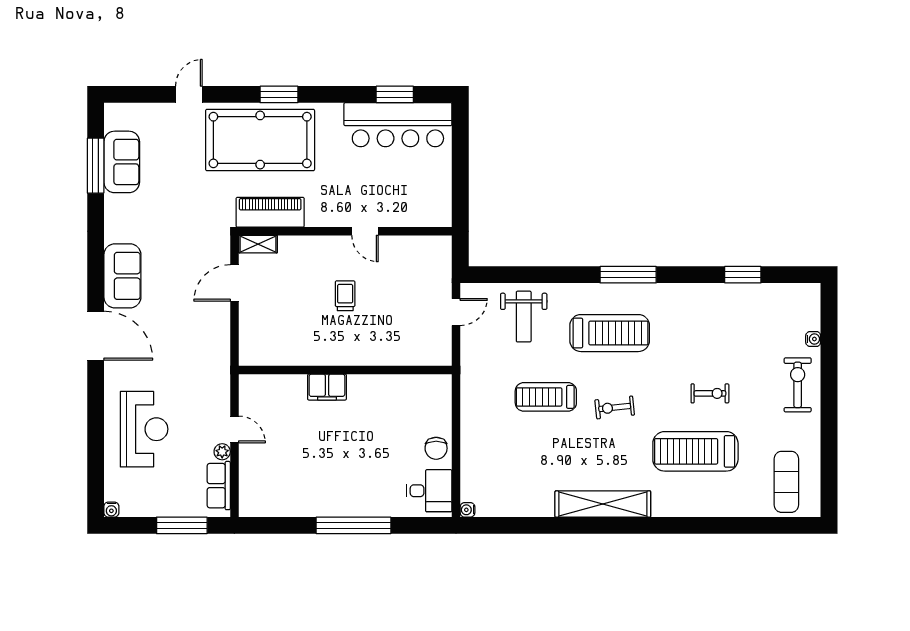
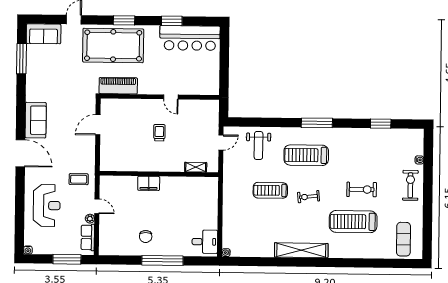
window: (395, 94) -> (172, 21), moved
sofa: (122, 162) -> (44, 34), moved, turned 90
shelving: (258, 244) -> (196, 167), moved
treadmill: (610, 333) -> (306, 155), turned 180
coffee table: (201, 381) -> (79, 179), added
exercise bike: (710, 393) -> (362, 189), width x1.38, depth x1.39
chair: (436, 448) -> (146, 236), moved

